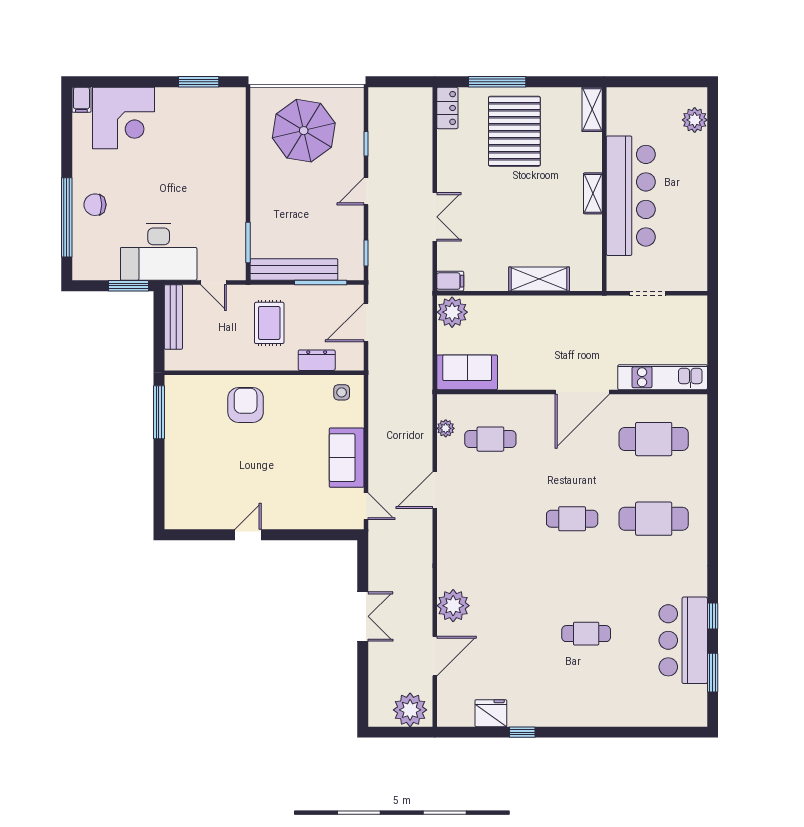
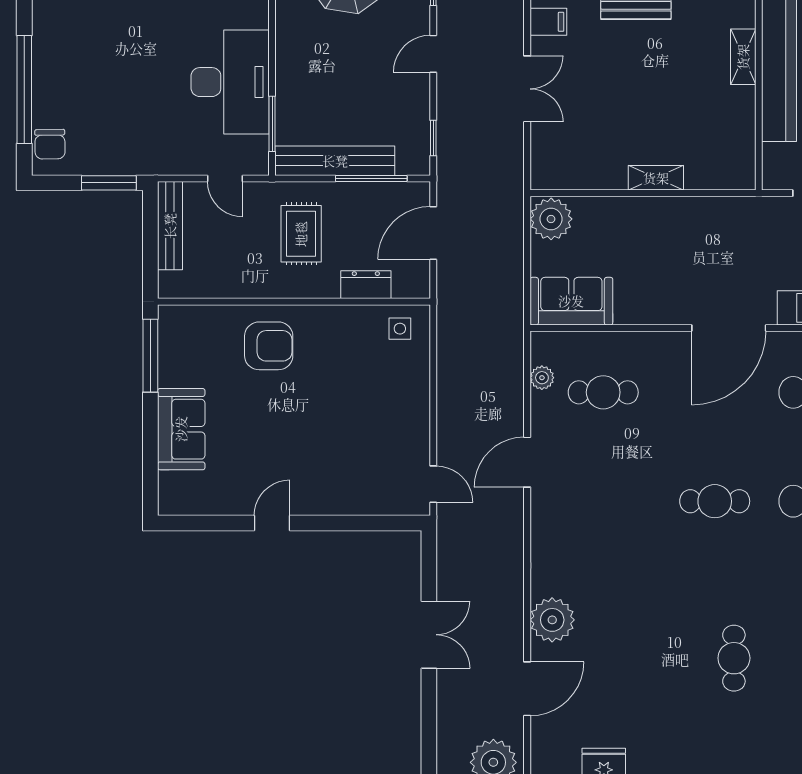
chair: (95, 205) -> (50, 144), moved, turned -91
desk: (159, 252) -> (230, 82), moved, turned -90
shelving: (539, 279) -> (656, 178), width x0.67, depth x0.75
filing cabinet: (450, 281) -> (548, 22), moved
armchair: (246, 405) -> (269, 346), turned 90
sofa: (347, 458) -> (181, 429), moved, turned 180
cafe table: (586, 634) -> (734, 658), turned 90

